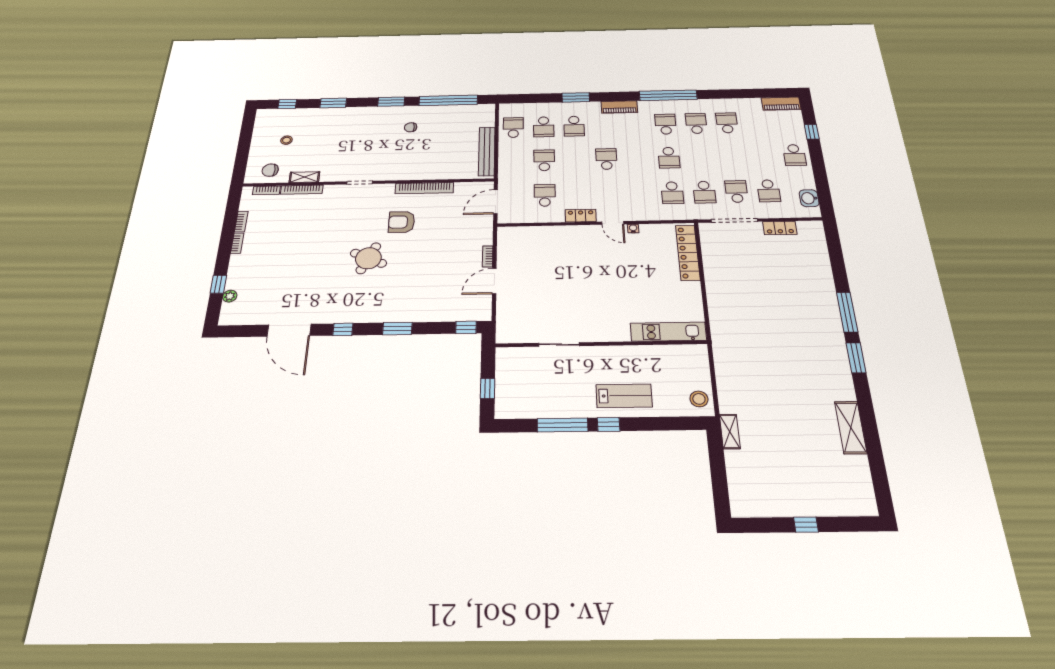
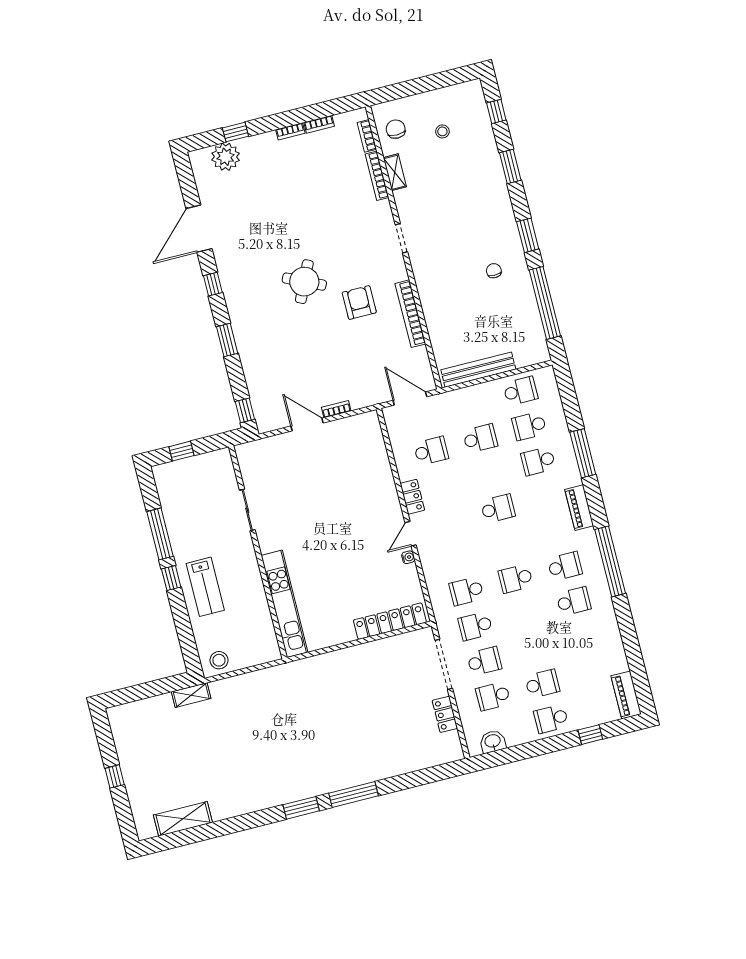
window: (576, 97) -> (583, 453), width x1.44
school desk: (727, 123) -> (542, 684), moved
plant: (230, 296) -> (226, 157), width x1.88, depth x1.88
kitchen unit: (668, 332) -> (284, 604), width x1.36
shelving: (851, 427) -> (183, 819), moved

